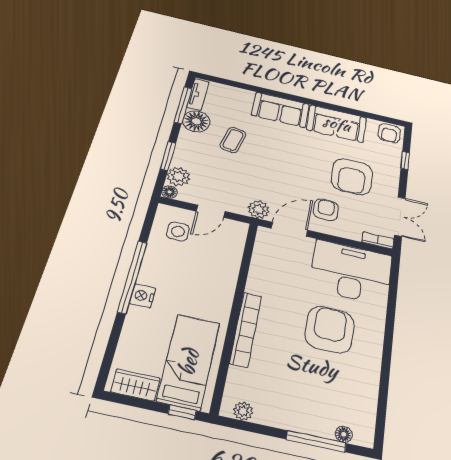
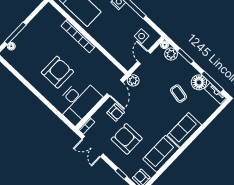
armchair: (330, 329) -> (57, 72), turned -90
plant: (243, 411) -> (44, 12), removed

